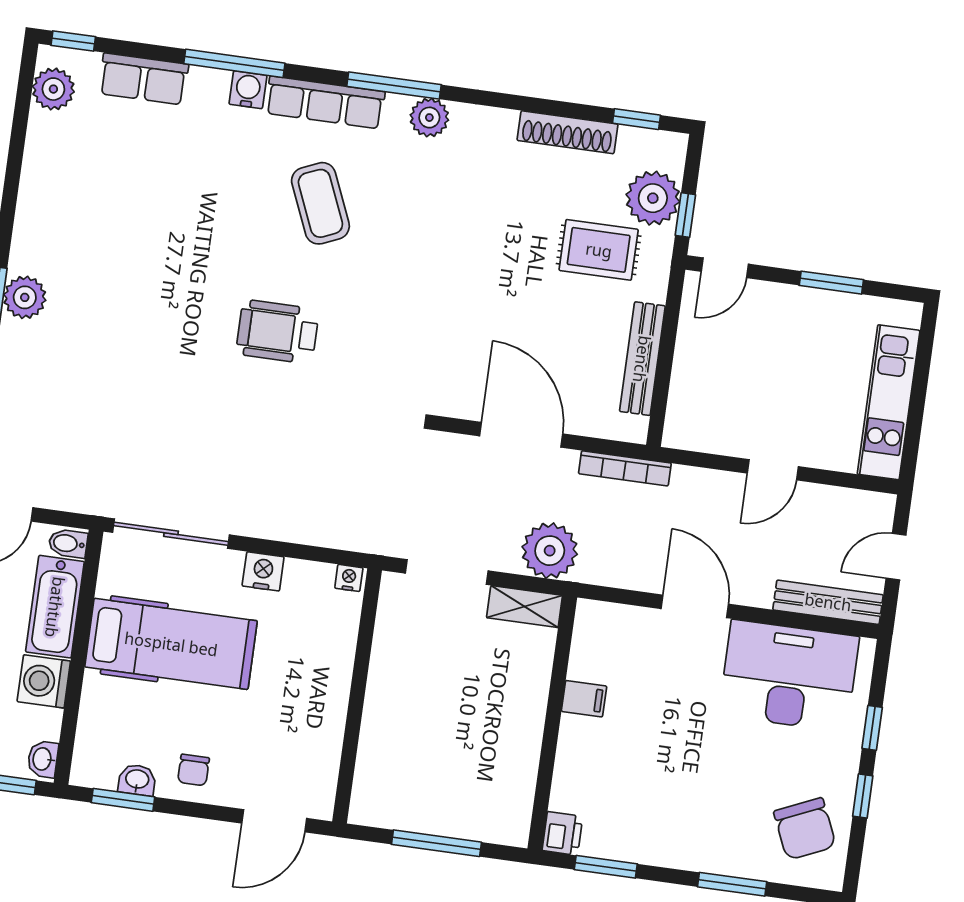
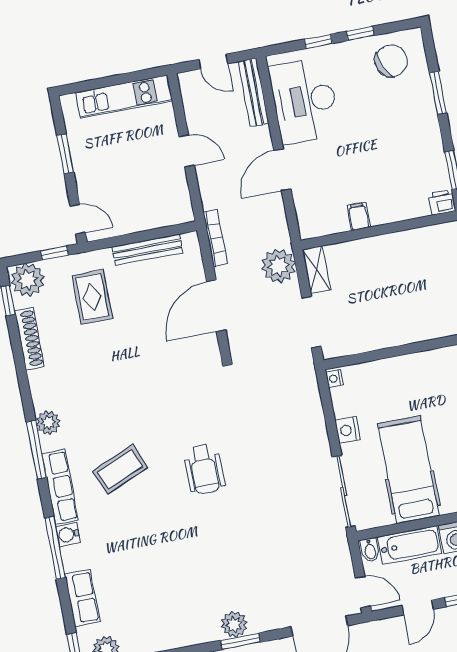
plant: (653, 198) -> (28, 280), moved

